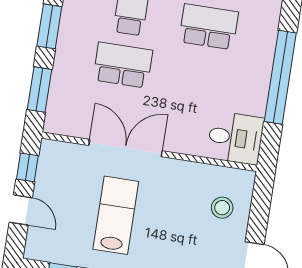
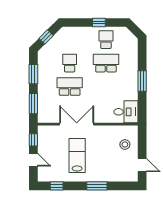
window: (280, 77) -> (142, 81), width x0.47

